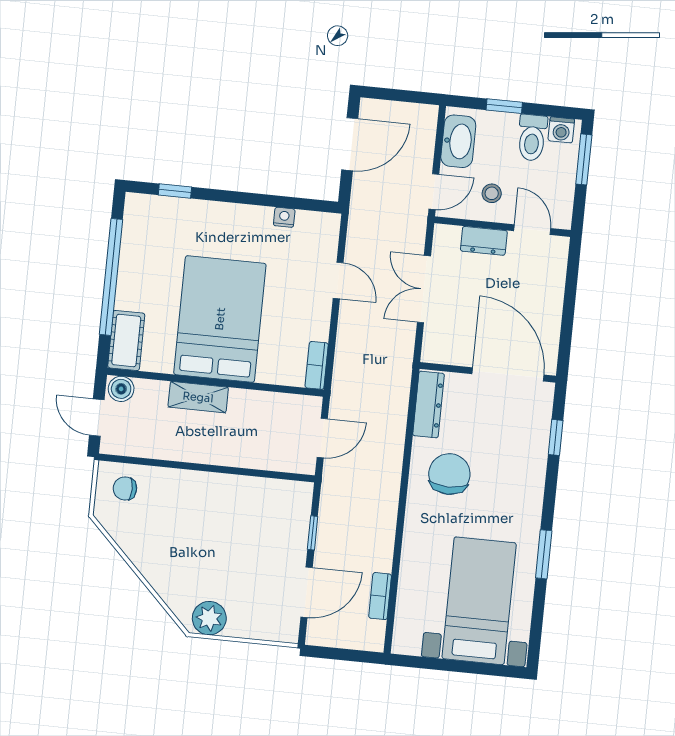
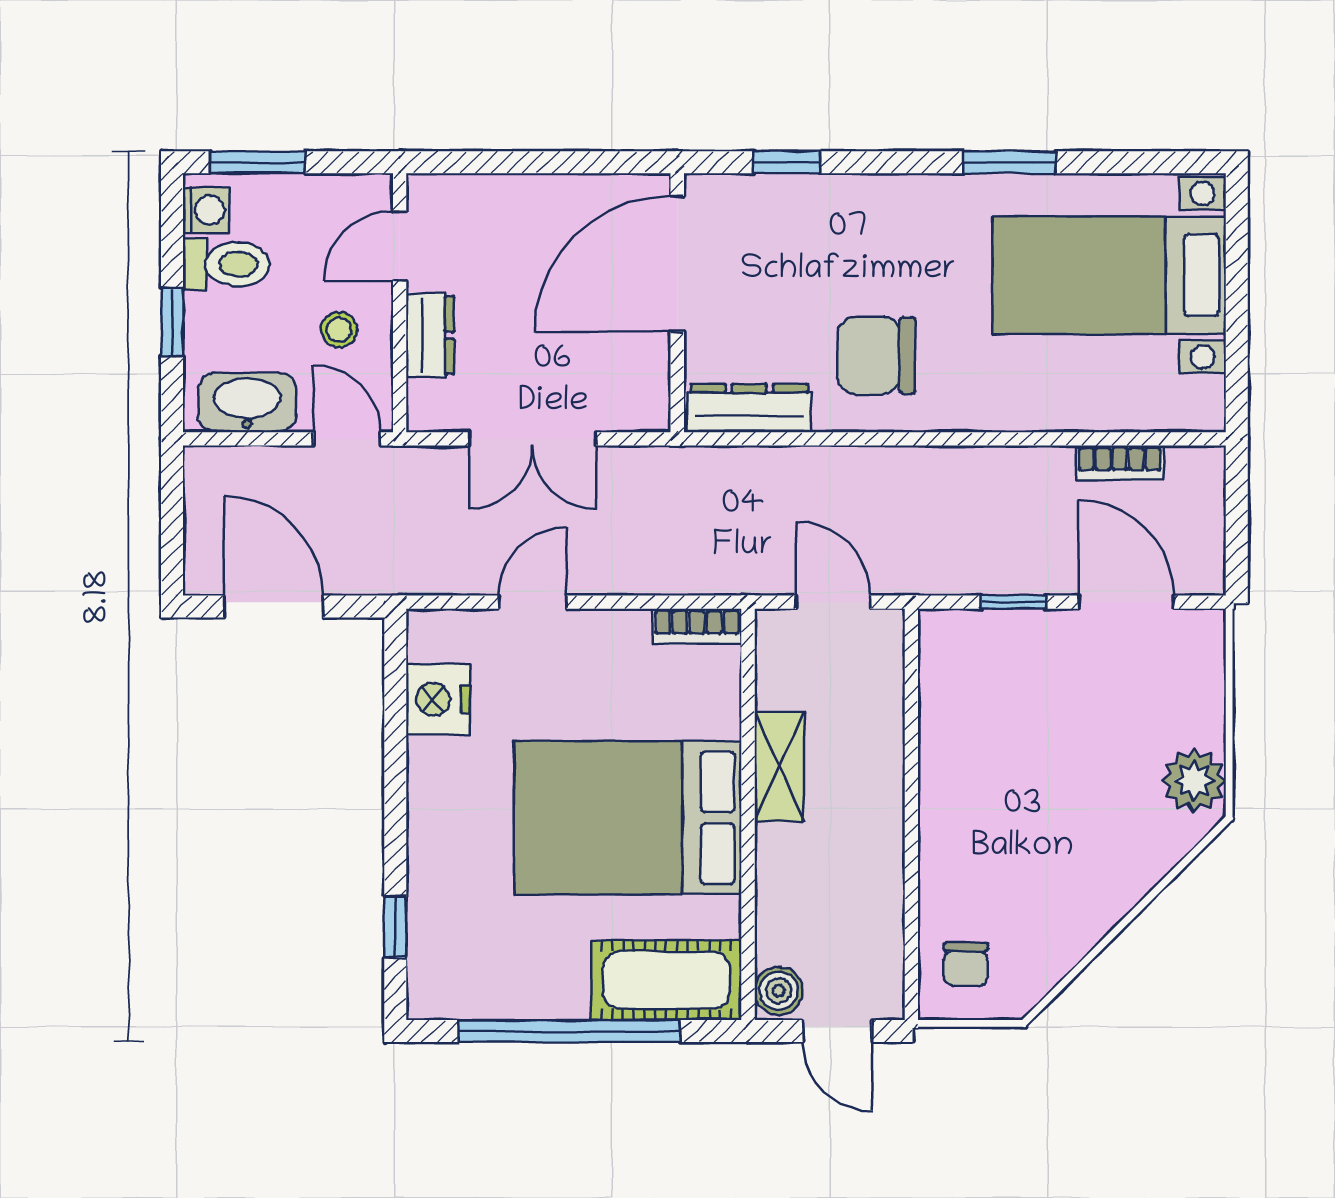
nightstand: (284, 217) -> (438, 699), width x1.89, depth x1.79
cot: (126, 341) -> (666, 980), width x1.37, depth x1.34
shelving: (198, 397) -> (779, 767), moved
door: (97, 418) -> (837, 1031), hinge flipped

